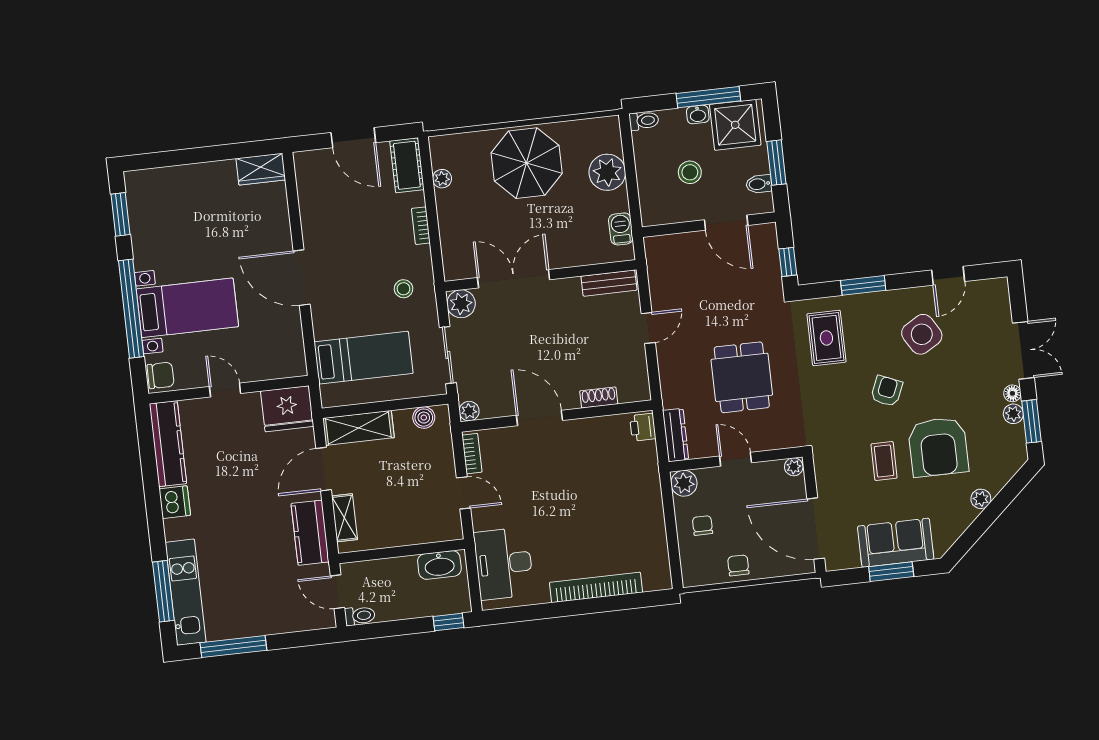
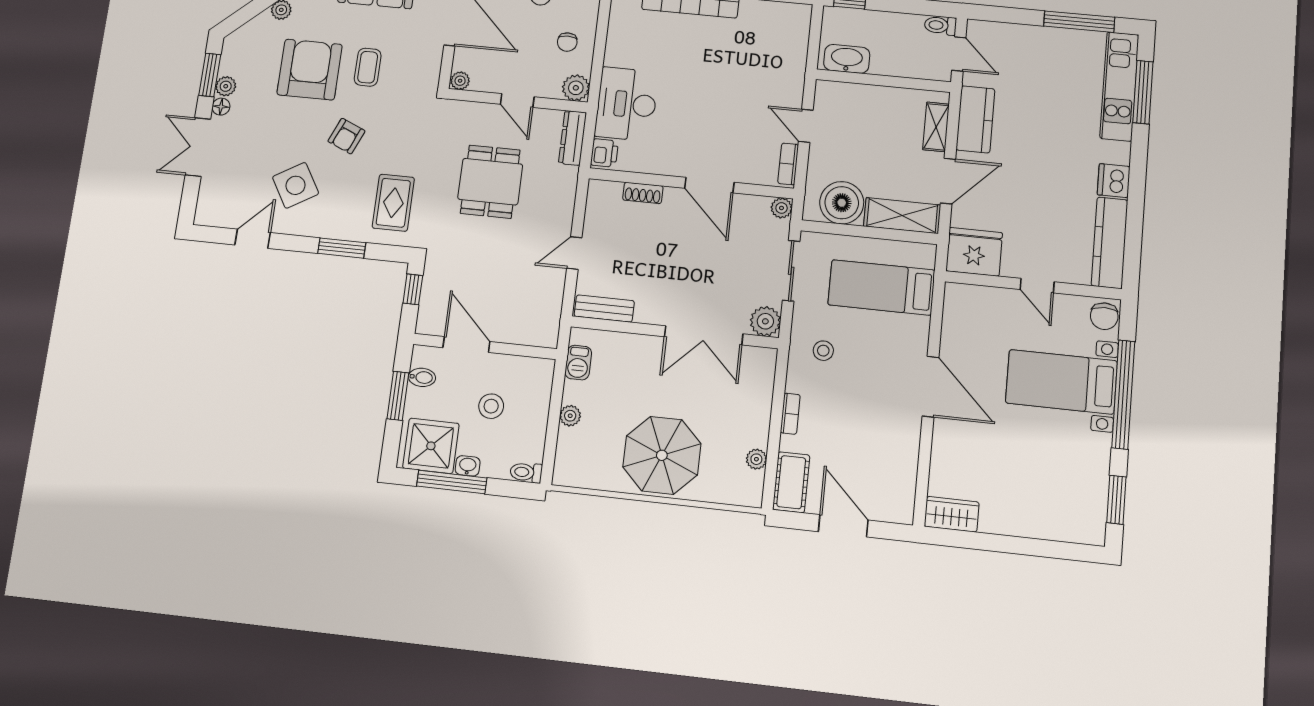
plant: (607, 172) -> (570, 416), width x0.53, depth x0.53
chair: (161, 375) -> (1104, 316), turned -90
boiler: (424, 418) -> (842, 203), width x1.86, depth x1.86
desk: (504, 564) -> (627, 104), moved, turned 180

